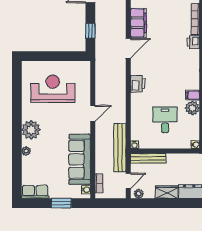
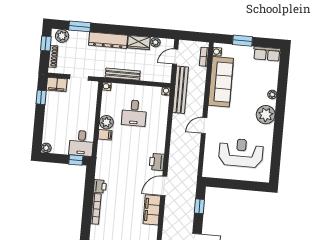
printer: (138, 84) -> (157, 162), moved
reception desk: (53, 89) -> (241, 153), turned 180
bench: (148, 158) -> (123, 74), moved
plant: (139, 194) -> (155, 42), moved

